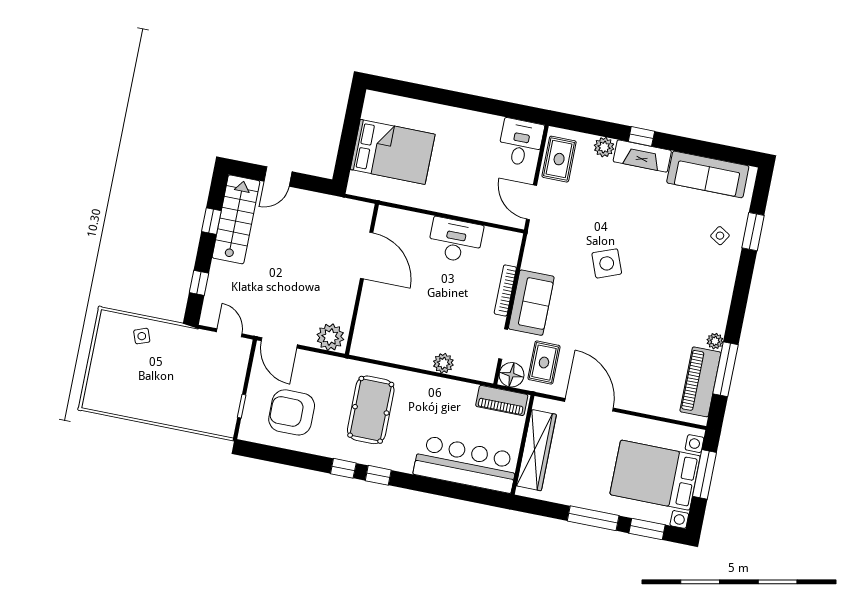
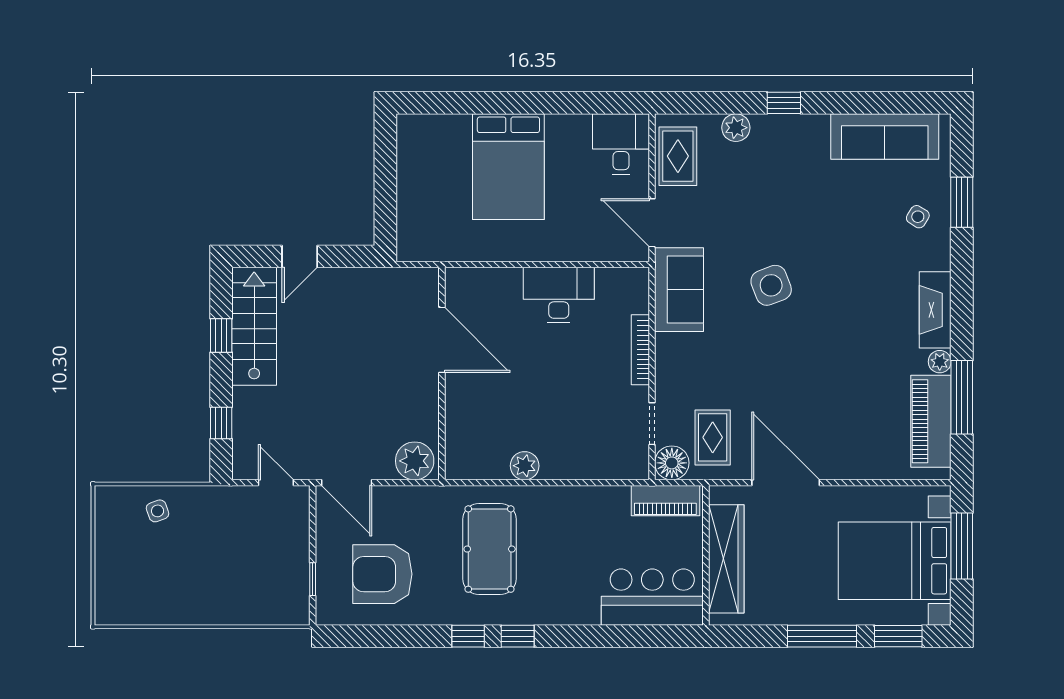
bed: (393, 152) -> (508, 167), moved, turned 90
fireplace: (642, 156) -> (935, 310), moved, turned 90
sofa: (531, 303) -> (679, 290), moved
plant: (443, 363) -> (525, 466), moved
bar counter: (466, 464) -> (652, 597), width x0.73

